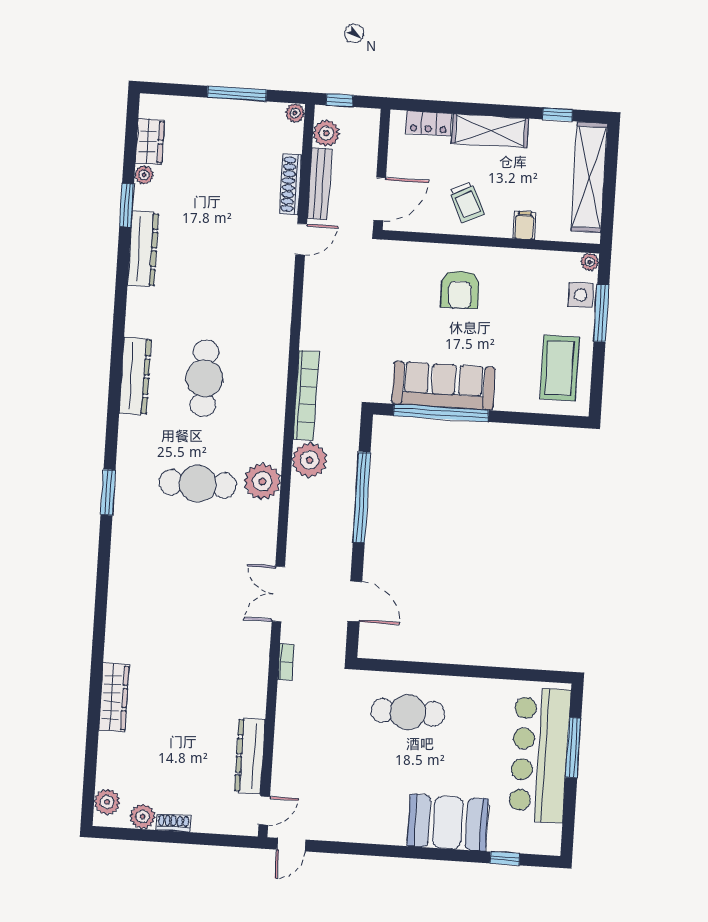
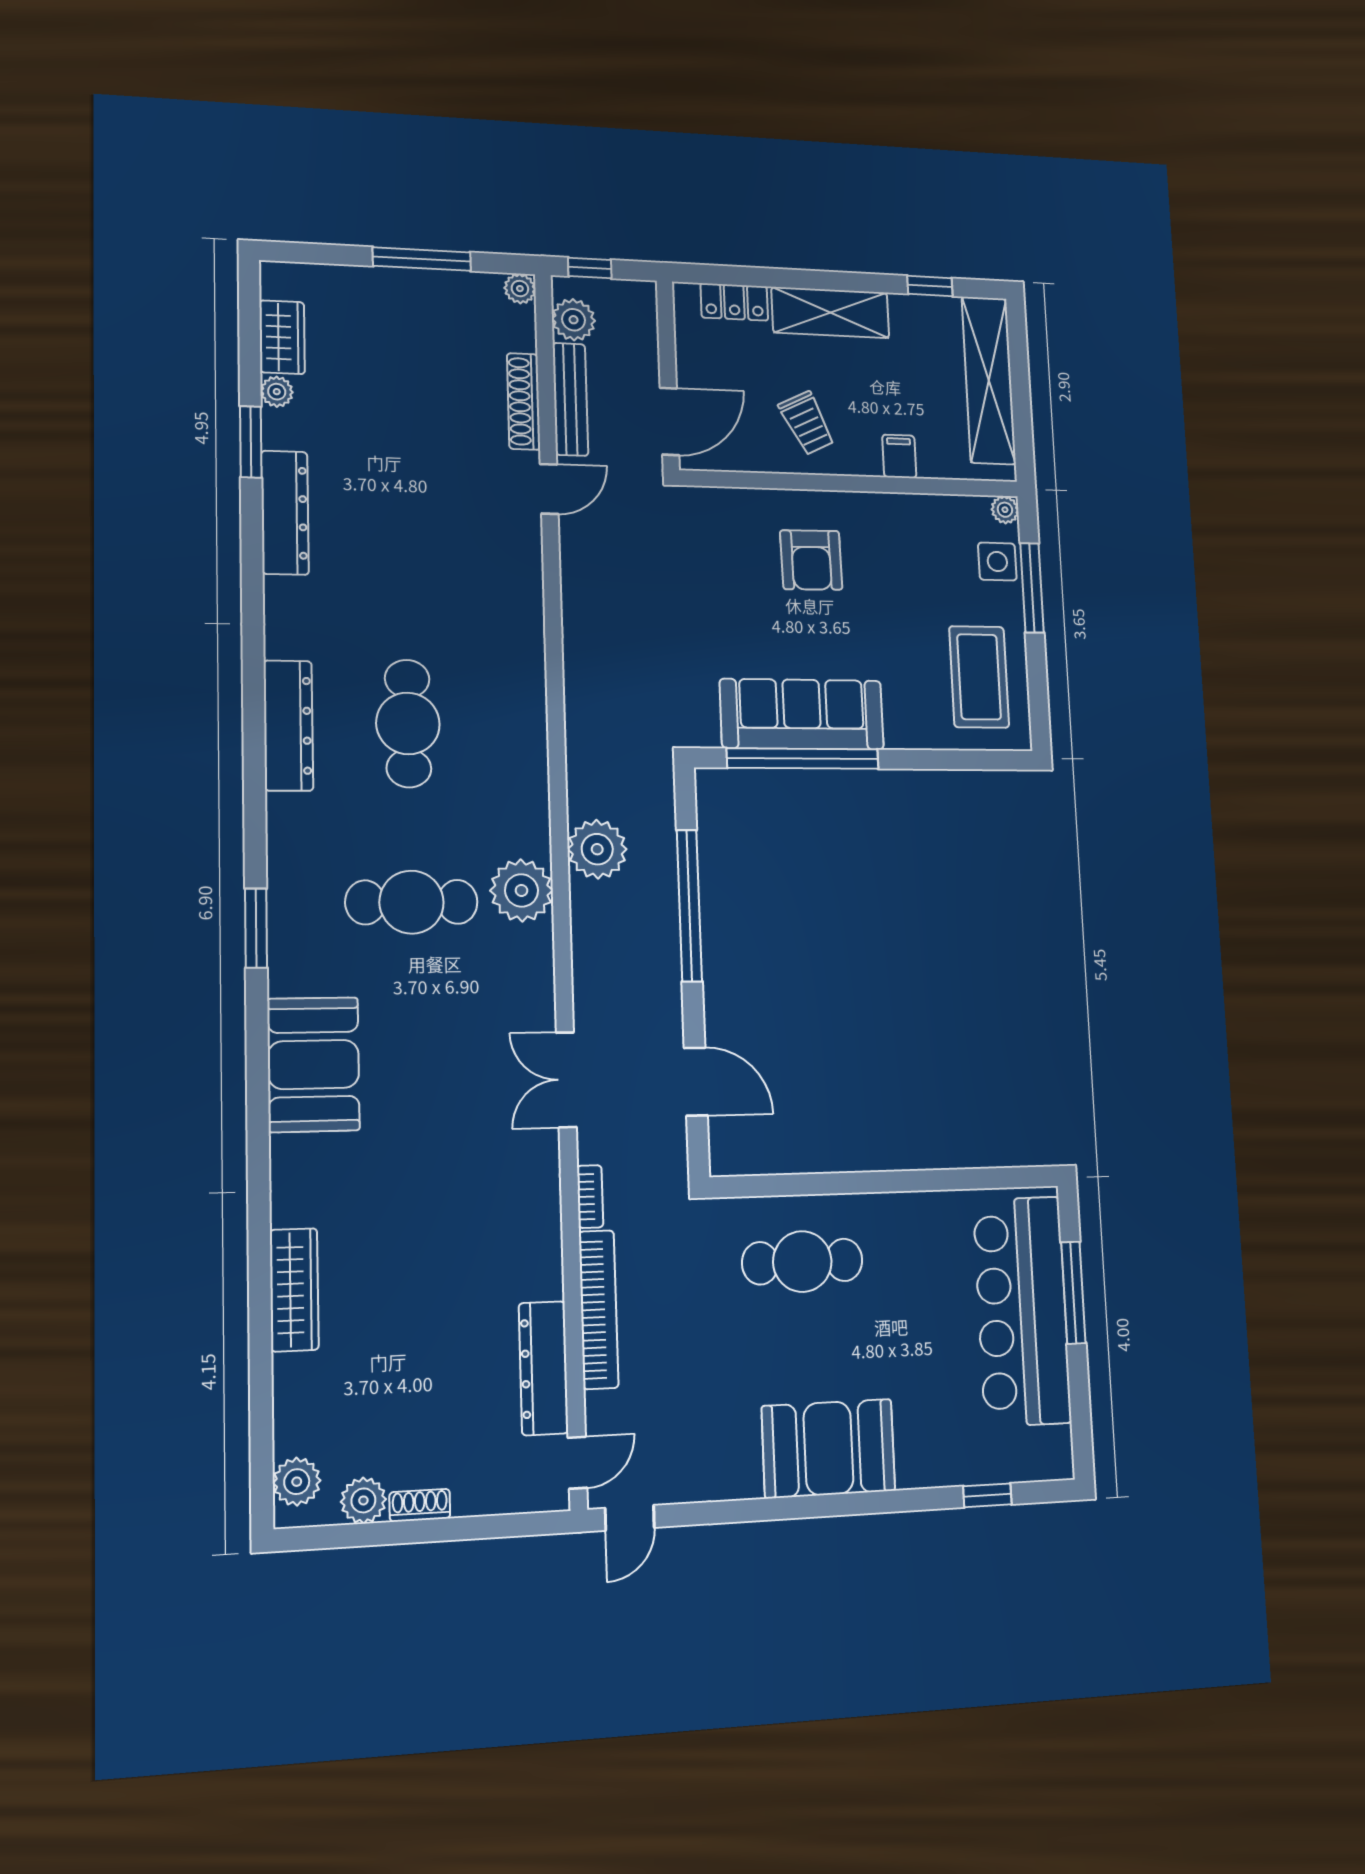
bookcase: (306, 395) -> (599, 1309), moved
booth: (134, 573) -> (313, 1065), added
booth: (448, 823) -> (828, 1448), moved

